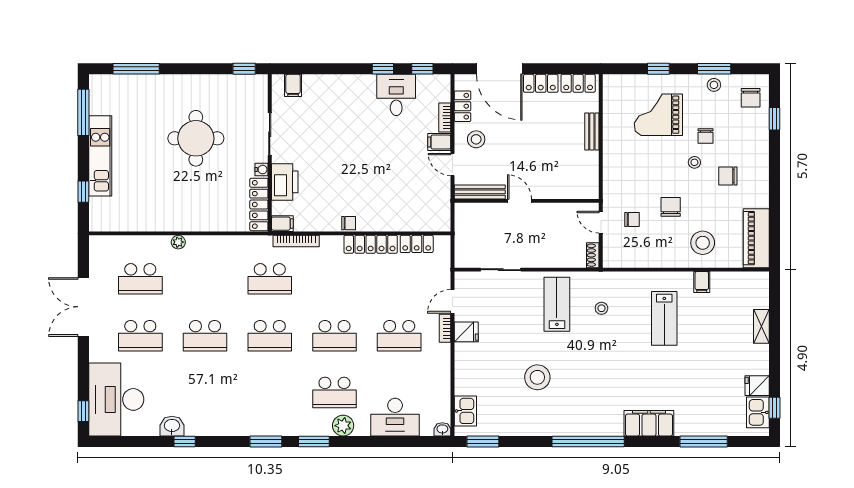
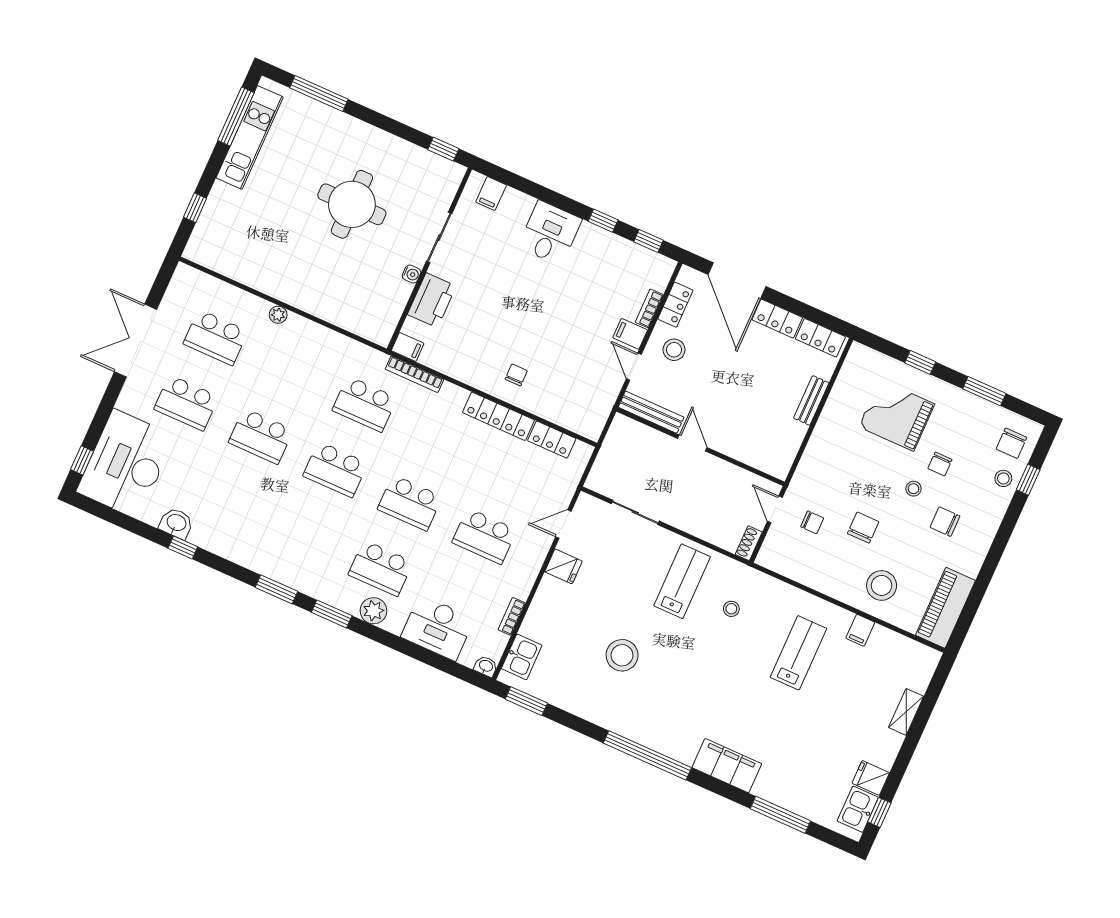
stool: (714, 85) -> (1003, 478), moved
desk: (396, 95) -> (550, 233), moved
kitchen unit: (100, 156) -> (250, 137), moved
locker: (259, 204) -> (390, 313), removed
chair: (349, 223) -> (516, 375), moved, turned -90
lab bench: (664, 318) -> (798, 653), turned 180
bookcase: (445, 328) -> (512, 616), moved

